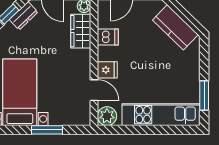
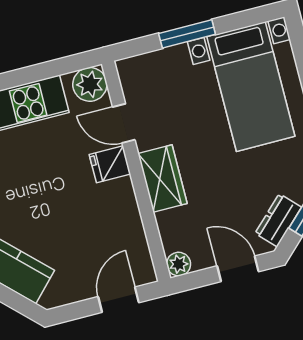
wardrobe: (81, 31) -> (162, 179), moved
dishwasher: (108, 37) -> (124, 221), removed

